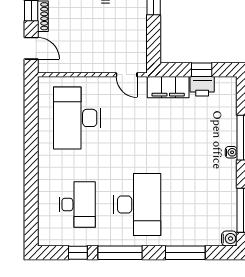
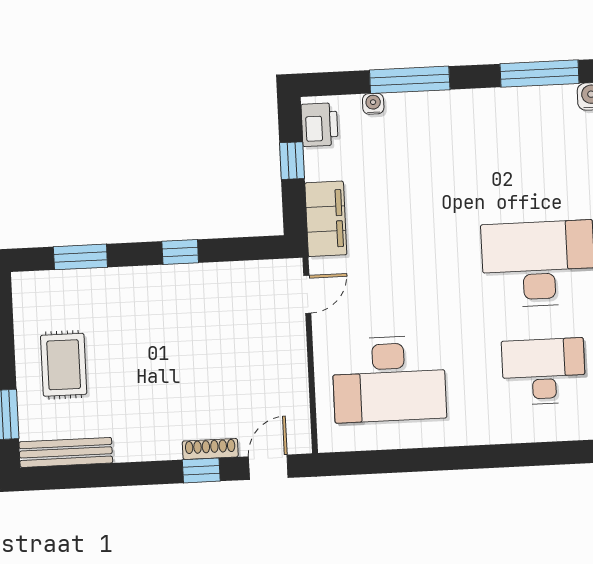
printer: (202, 86) -> (320, 125), moved
water cooler: (231, 152) -> (373, 104), moved

